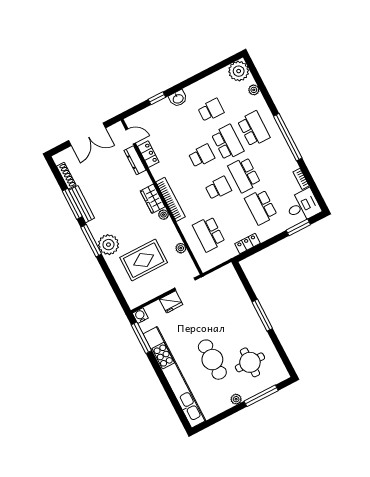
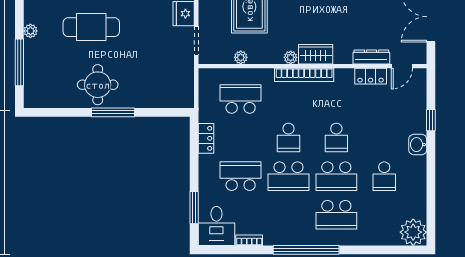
plant: (254, 90) -> (382, 239), removed
school desk: (244, 175) -> (288, 176), turned 180
round table: (250, 362) -> (98, 85), moved

